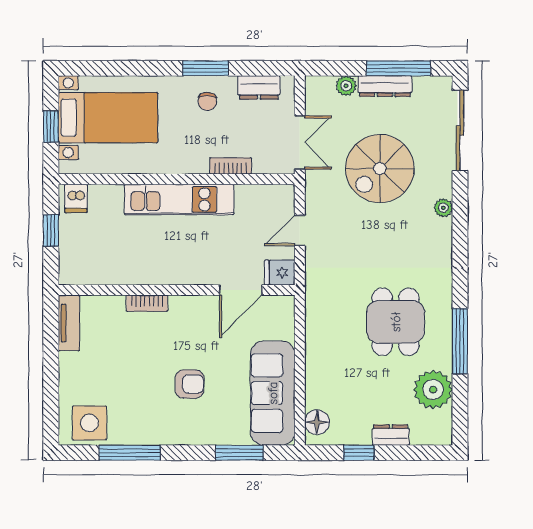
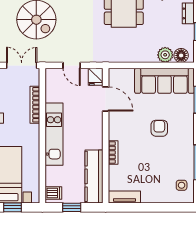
bookcase: (231, 166) -> (35, 105), width x1.56
kitchen counter: (105, 270) -> (94, 176), added
plant: (318, 394) -> (165, 55), added
side table: (90, 423) -> (182, 185), width x0.54, depth x0.54

